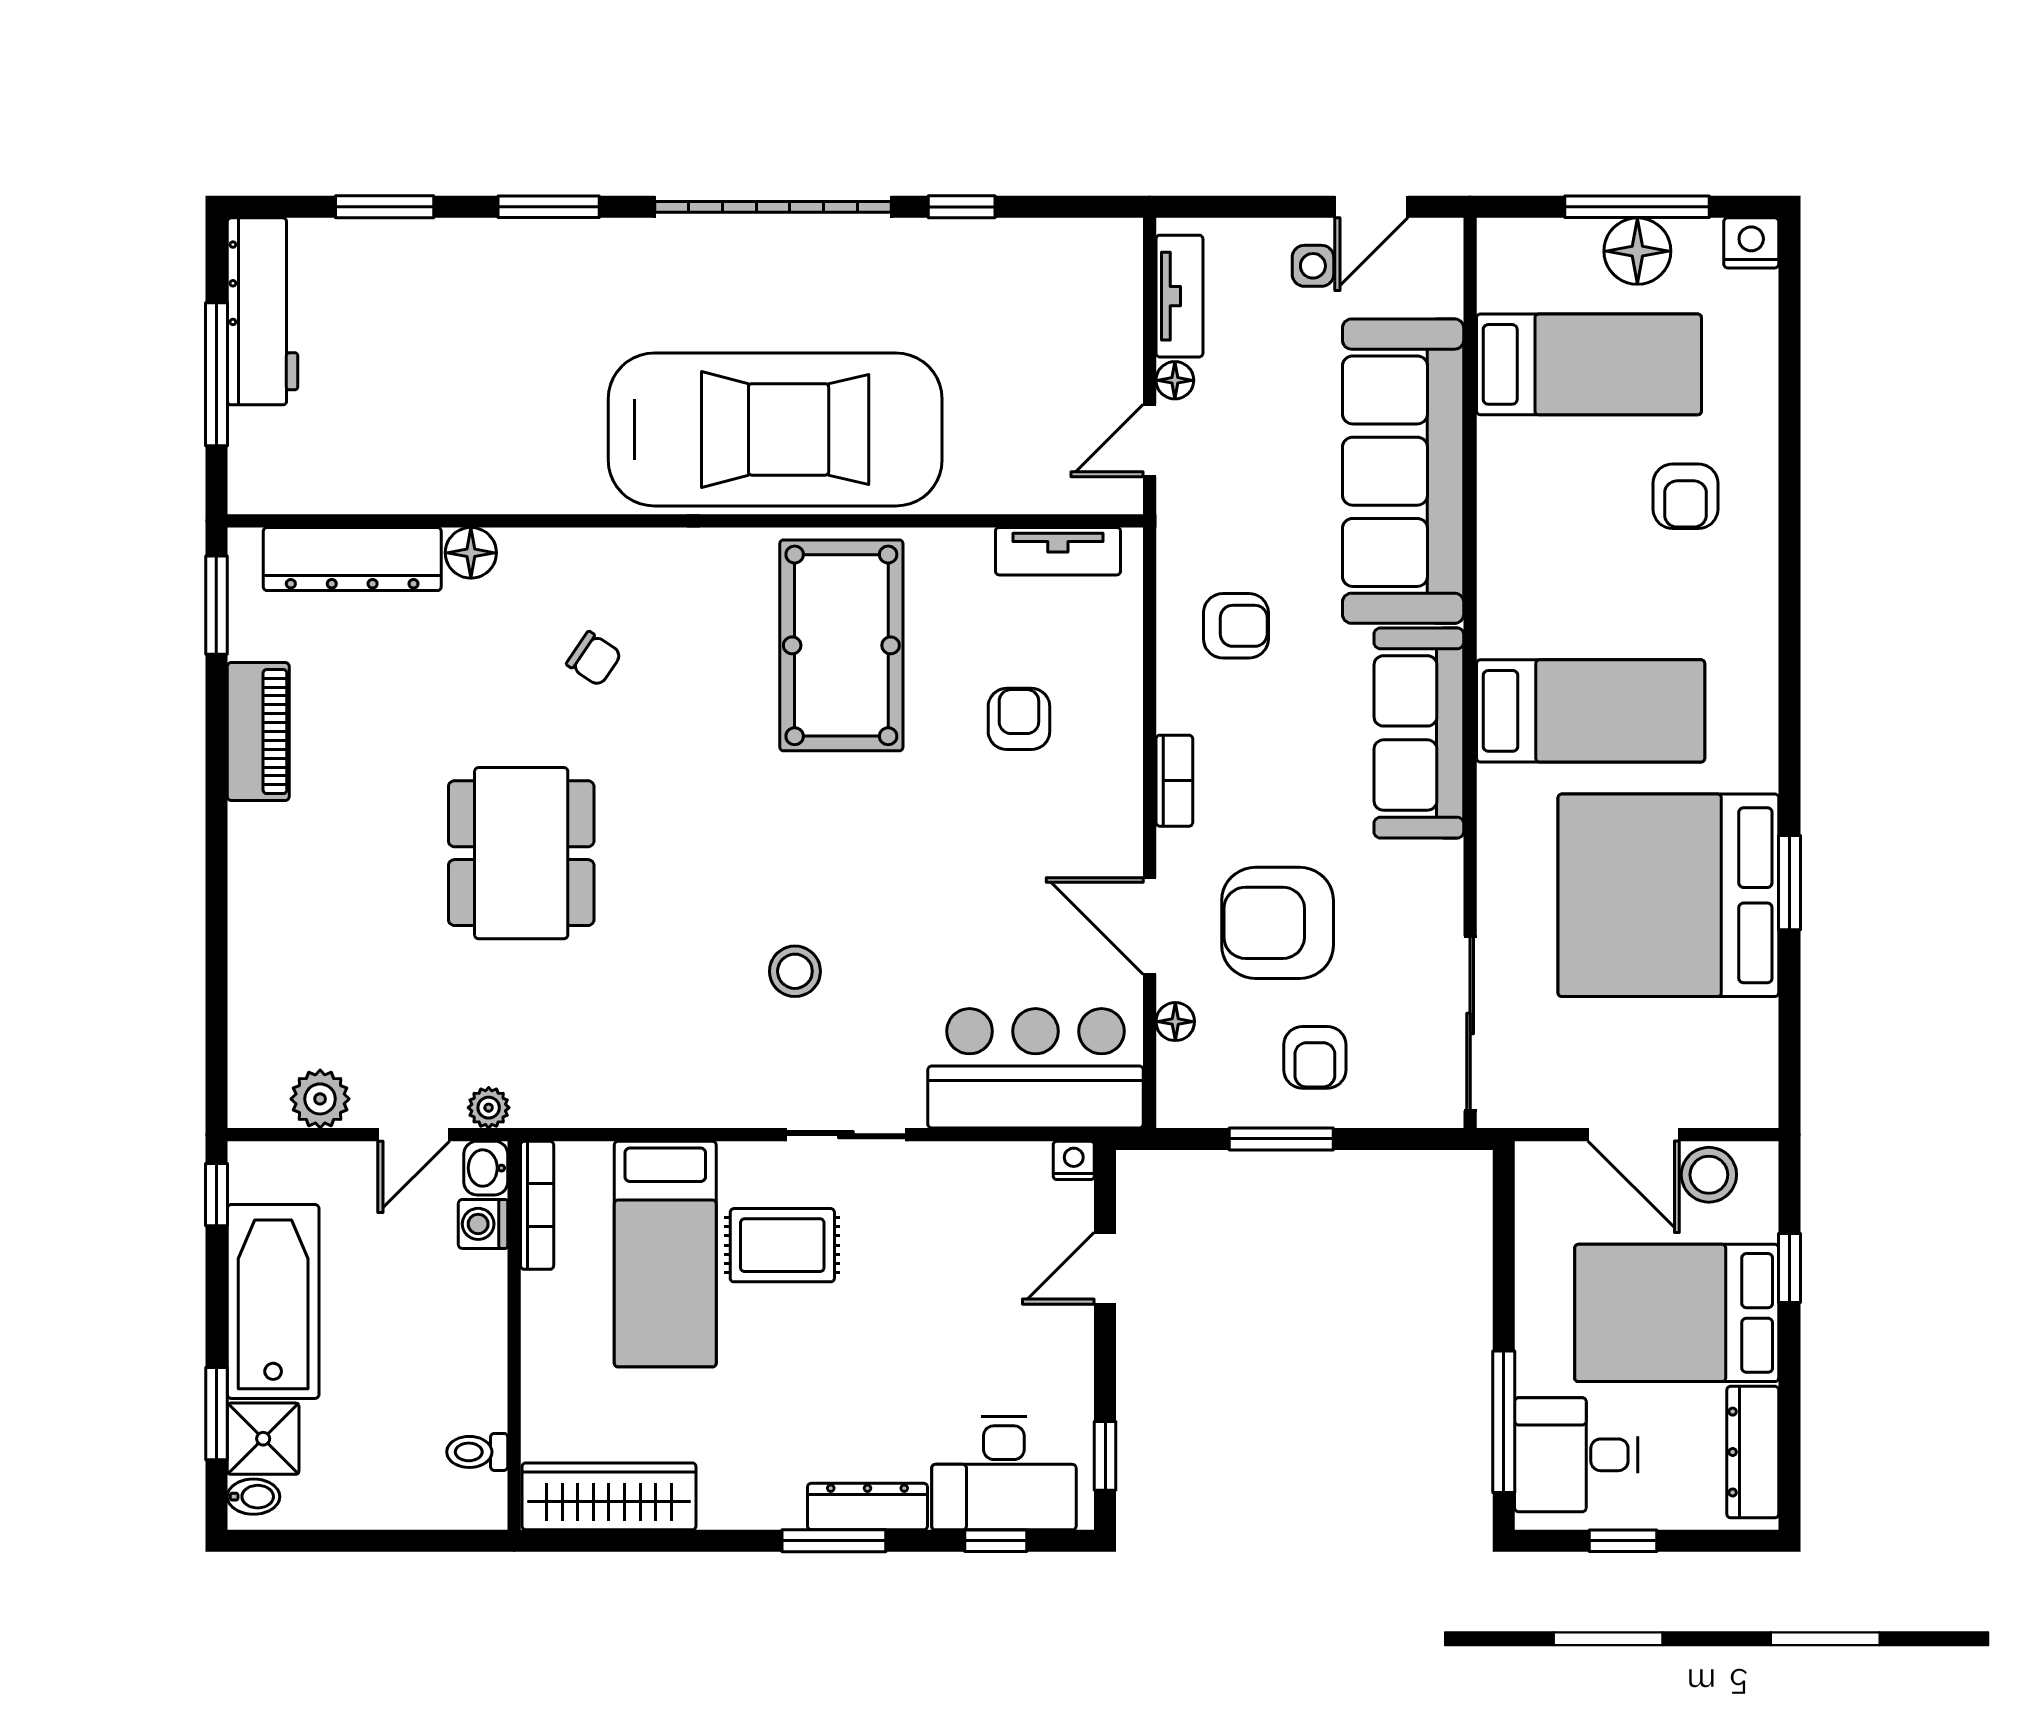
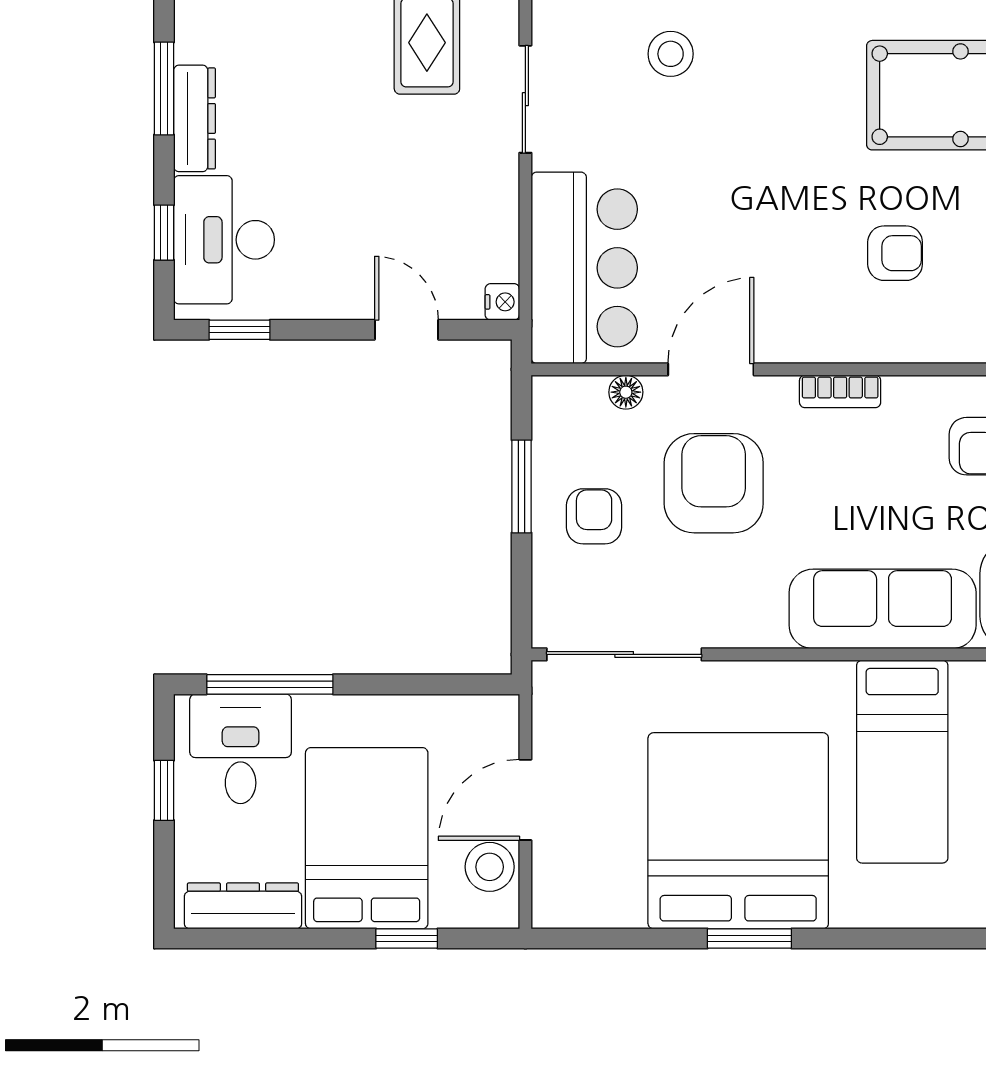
armchair: (1315, 1057) -> (594, 516), turned 90

